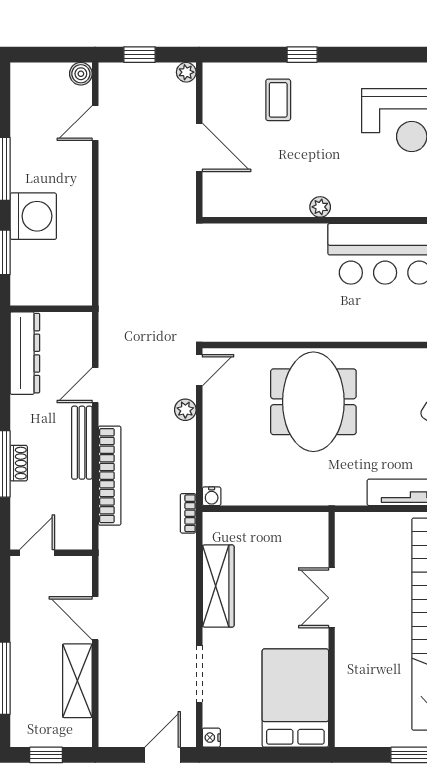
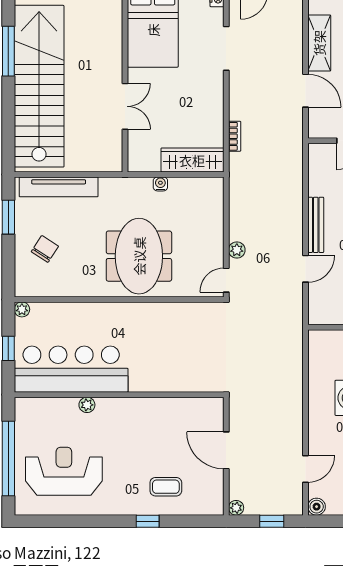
coffee table: (278, 100) -> (166, 487), turned 90
plant: (320, 207) -> (87, 405), moved
bookcase: (110, 476) -> (295, 200), removed
water cooler: (212, 496) -> (160, 184), moved
bookcase: (188, 513) -> (235, 136), moved
wardrobe: (218, 586) -> (192, 160), moved, turned 90

